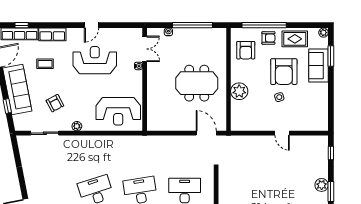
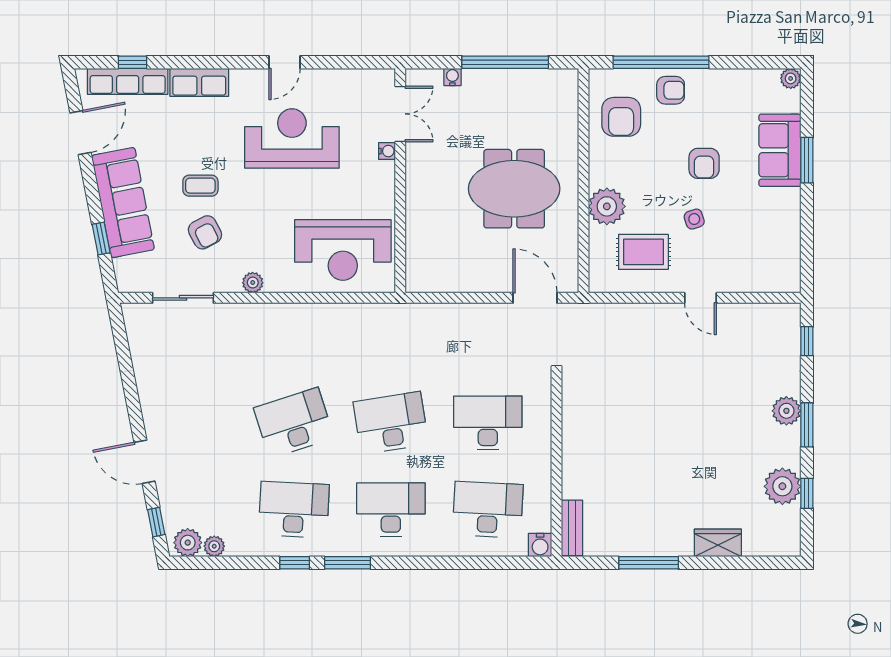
rug: (295, 39) -> (643, 252), moved
window: (331, 56) -> (807, 160), moved
coffee table: (45, 64) -> (200, 186), moved
armchair: (284, 72) -> (704, 163), width x0.53, depth x0.53

